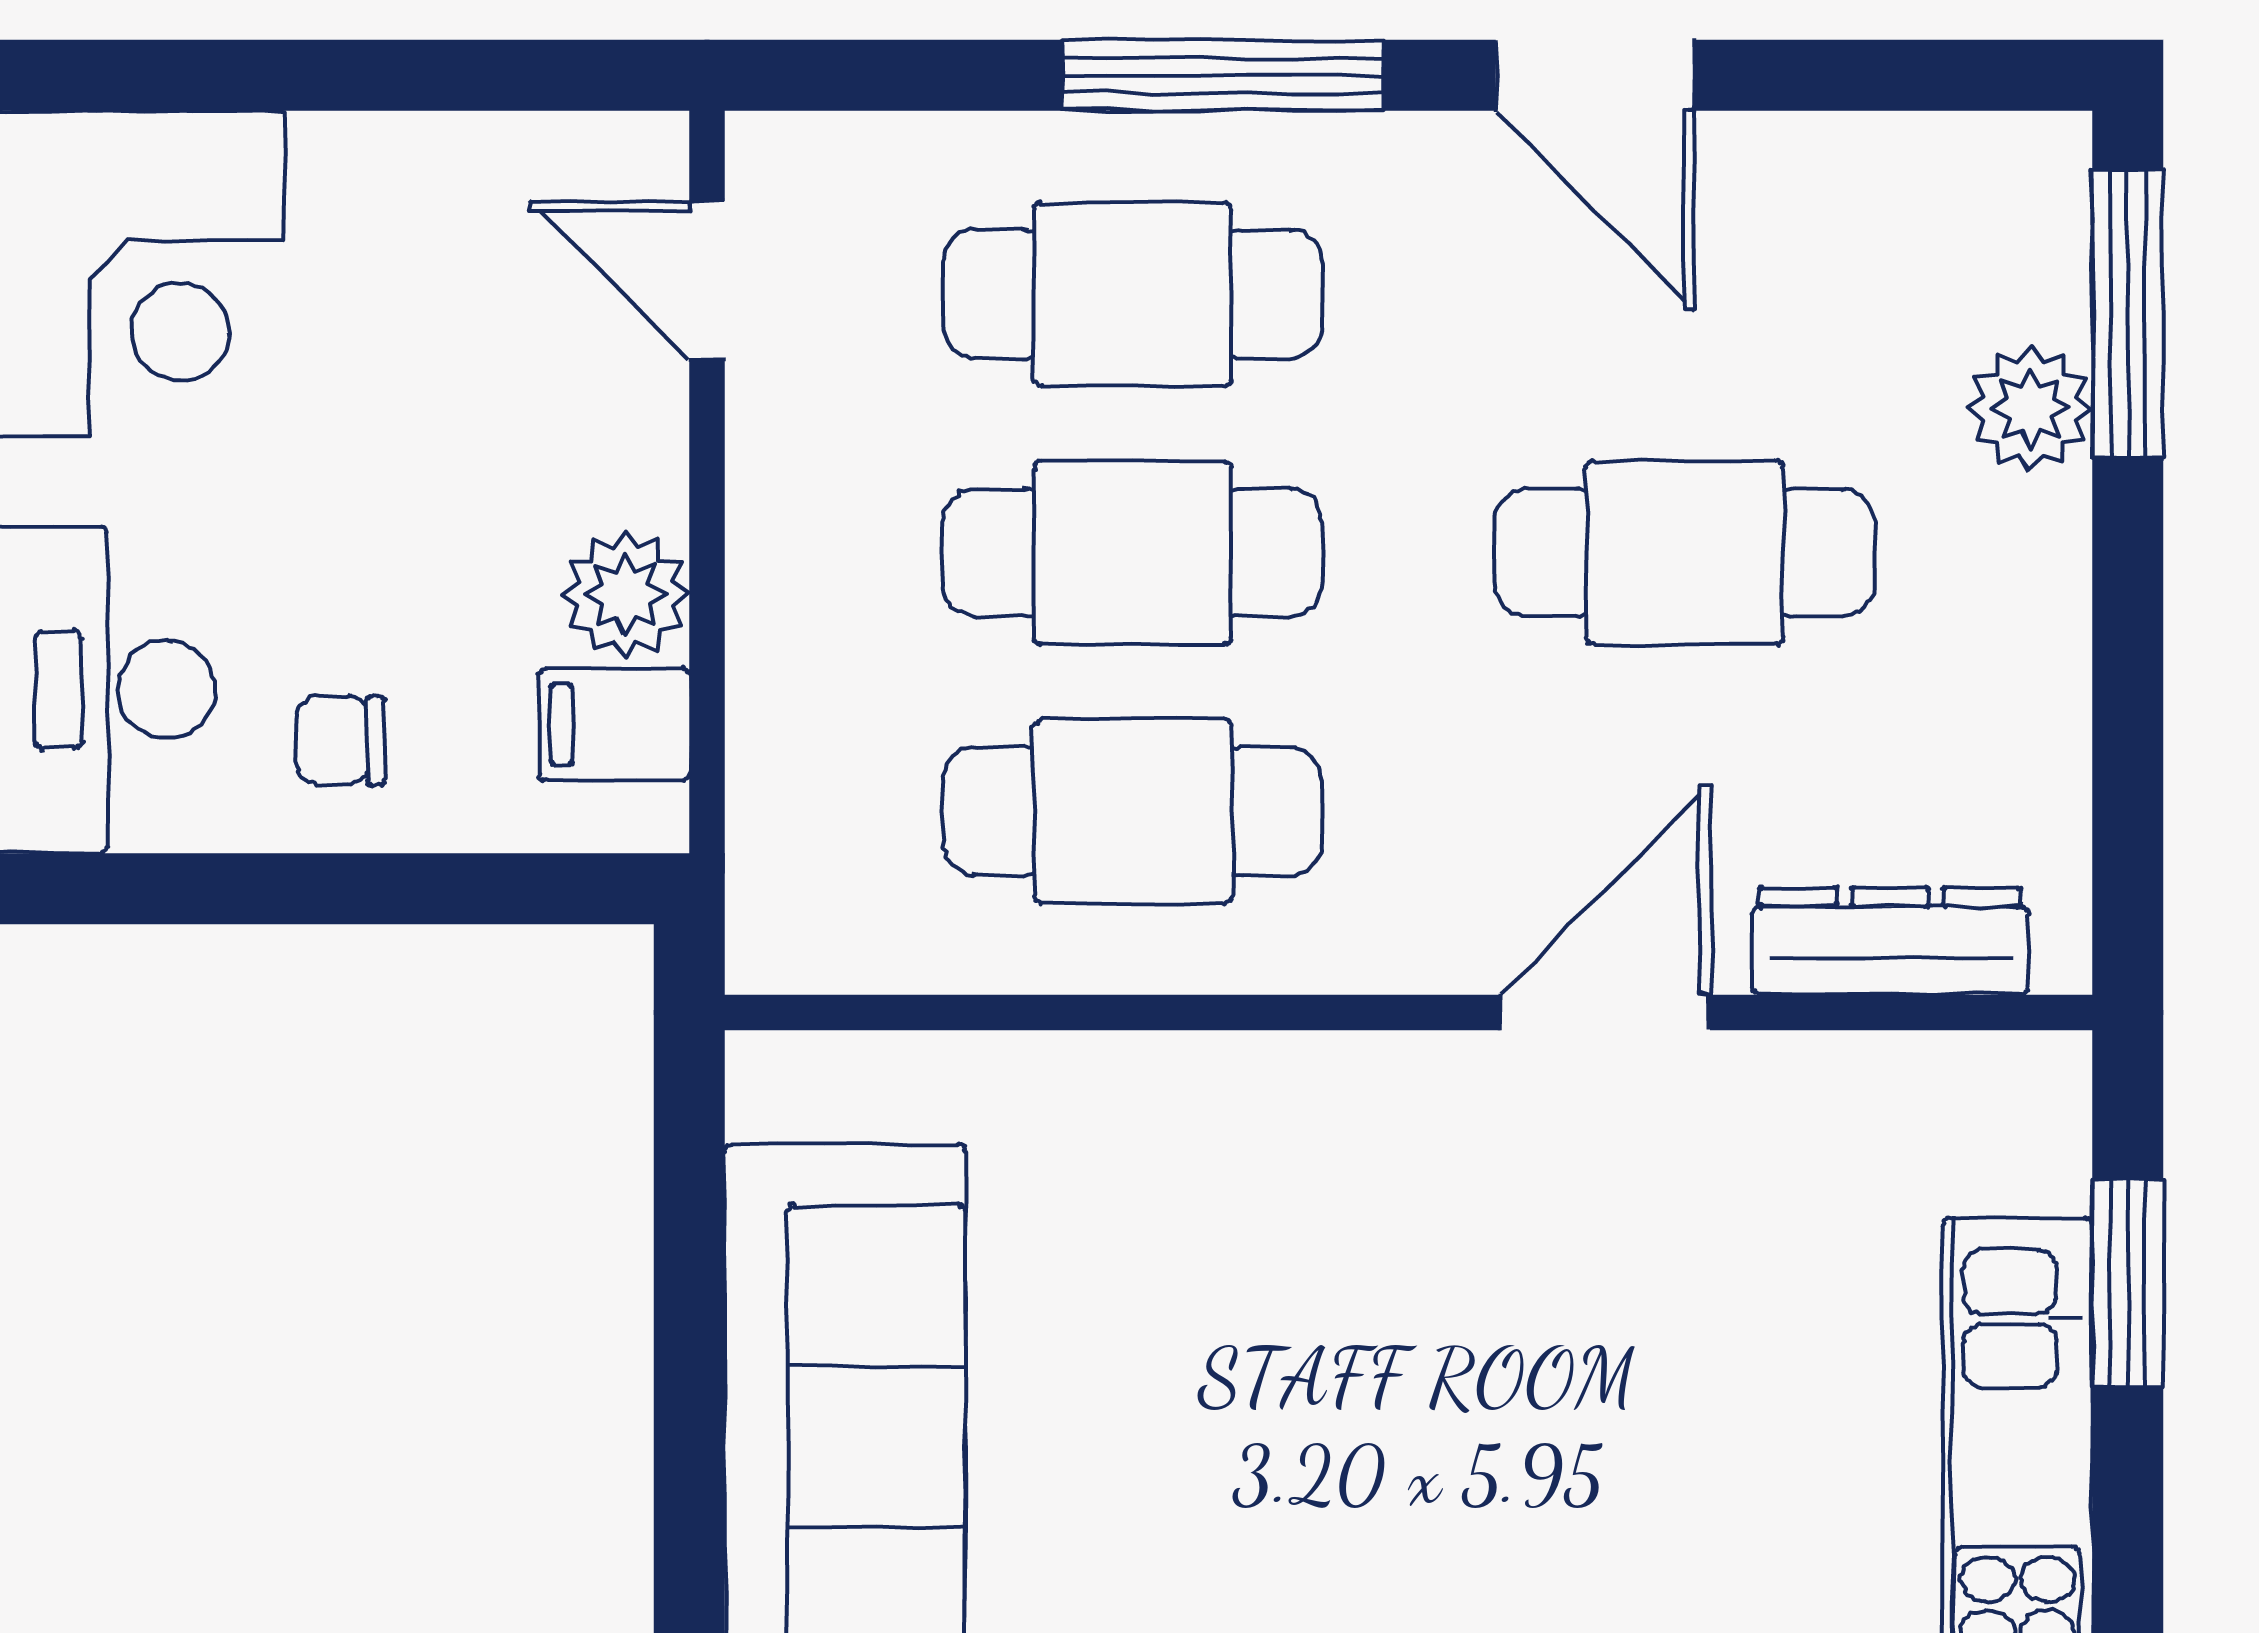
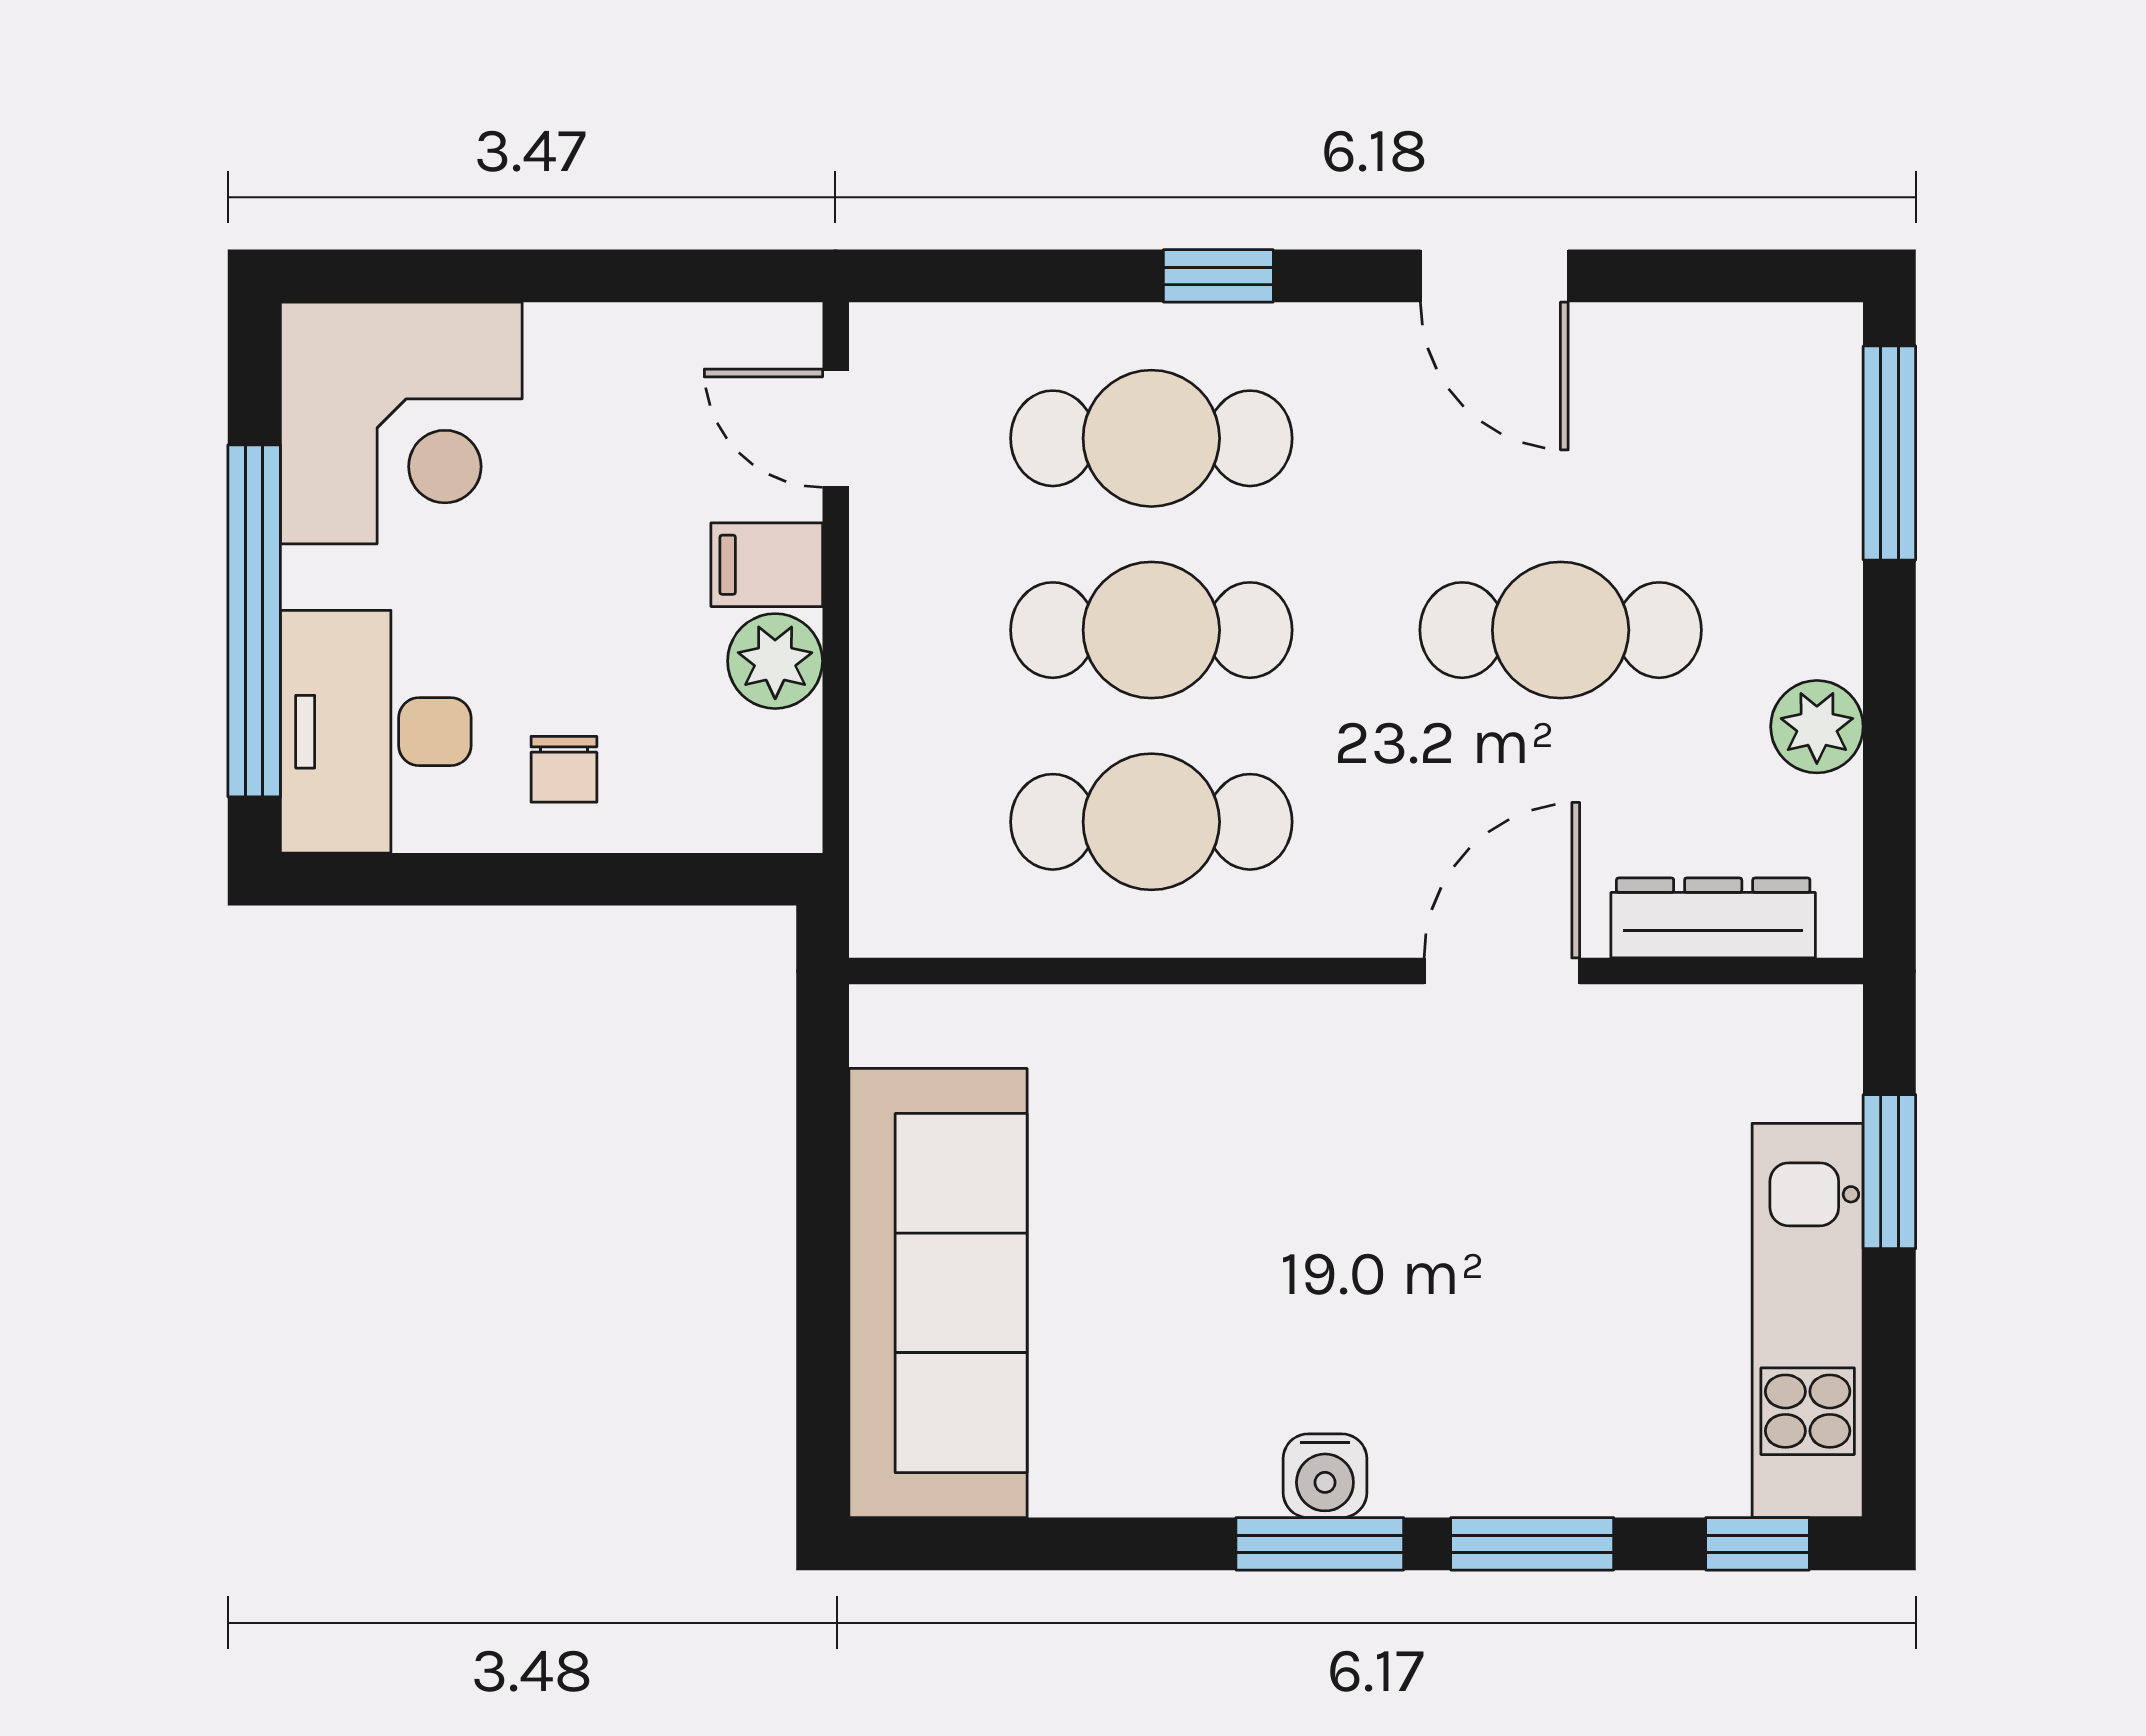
window: (1223, 75) -> (1218, 276), width x0.46
plant: (2030, 409) -> (1817, 727), moved
filing cabinet: (614, 724) -> (767, 565), moved
chair: (341, 740) -> (564, 769), turned -90

